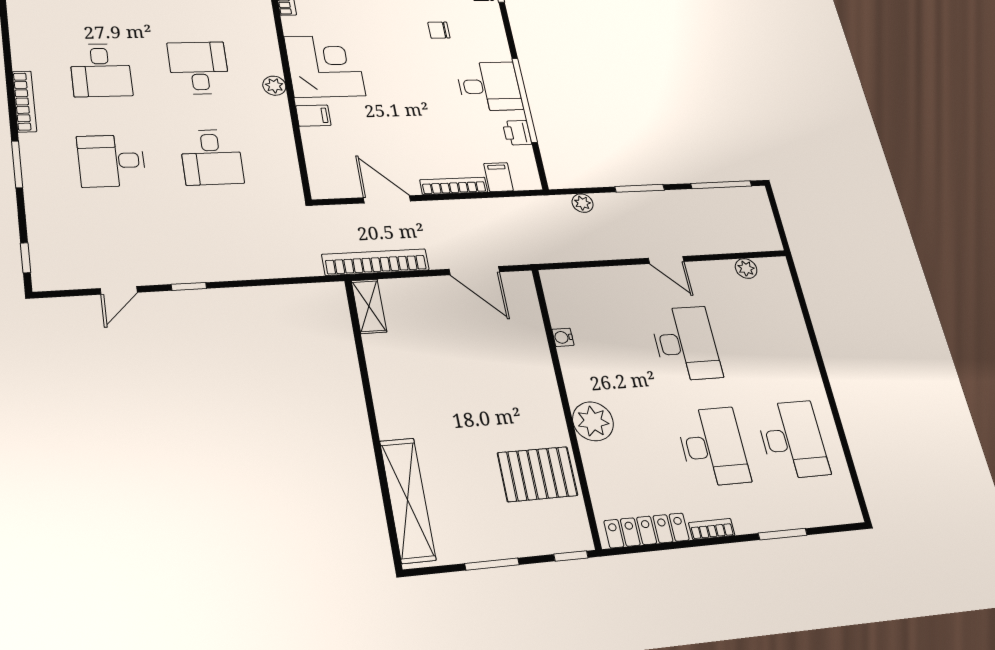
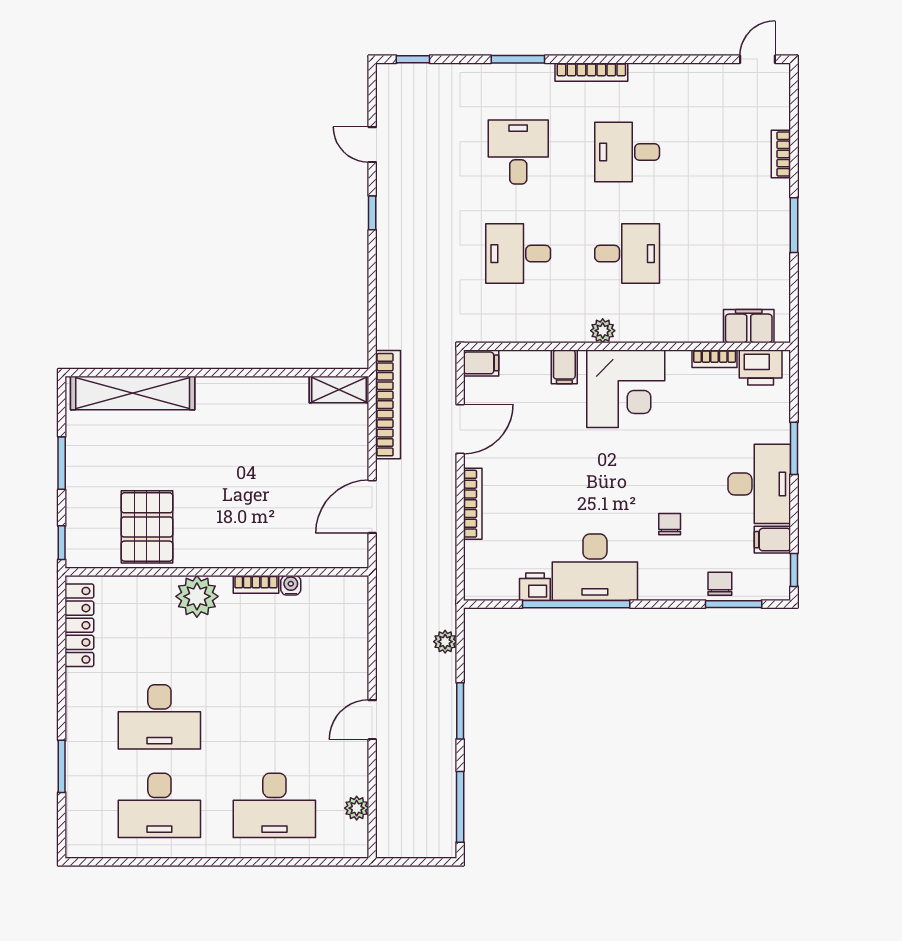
desk: (489, 86) -> (595, 567), width x1.37
filing cabinet: (499, 177) -> (481, 363), moved
desk: (686, 343) -> (274, 805), moved
bookcase: (712, 529) -> (256, 584), moved, turned 90

